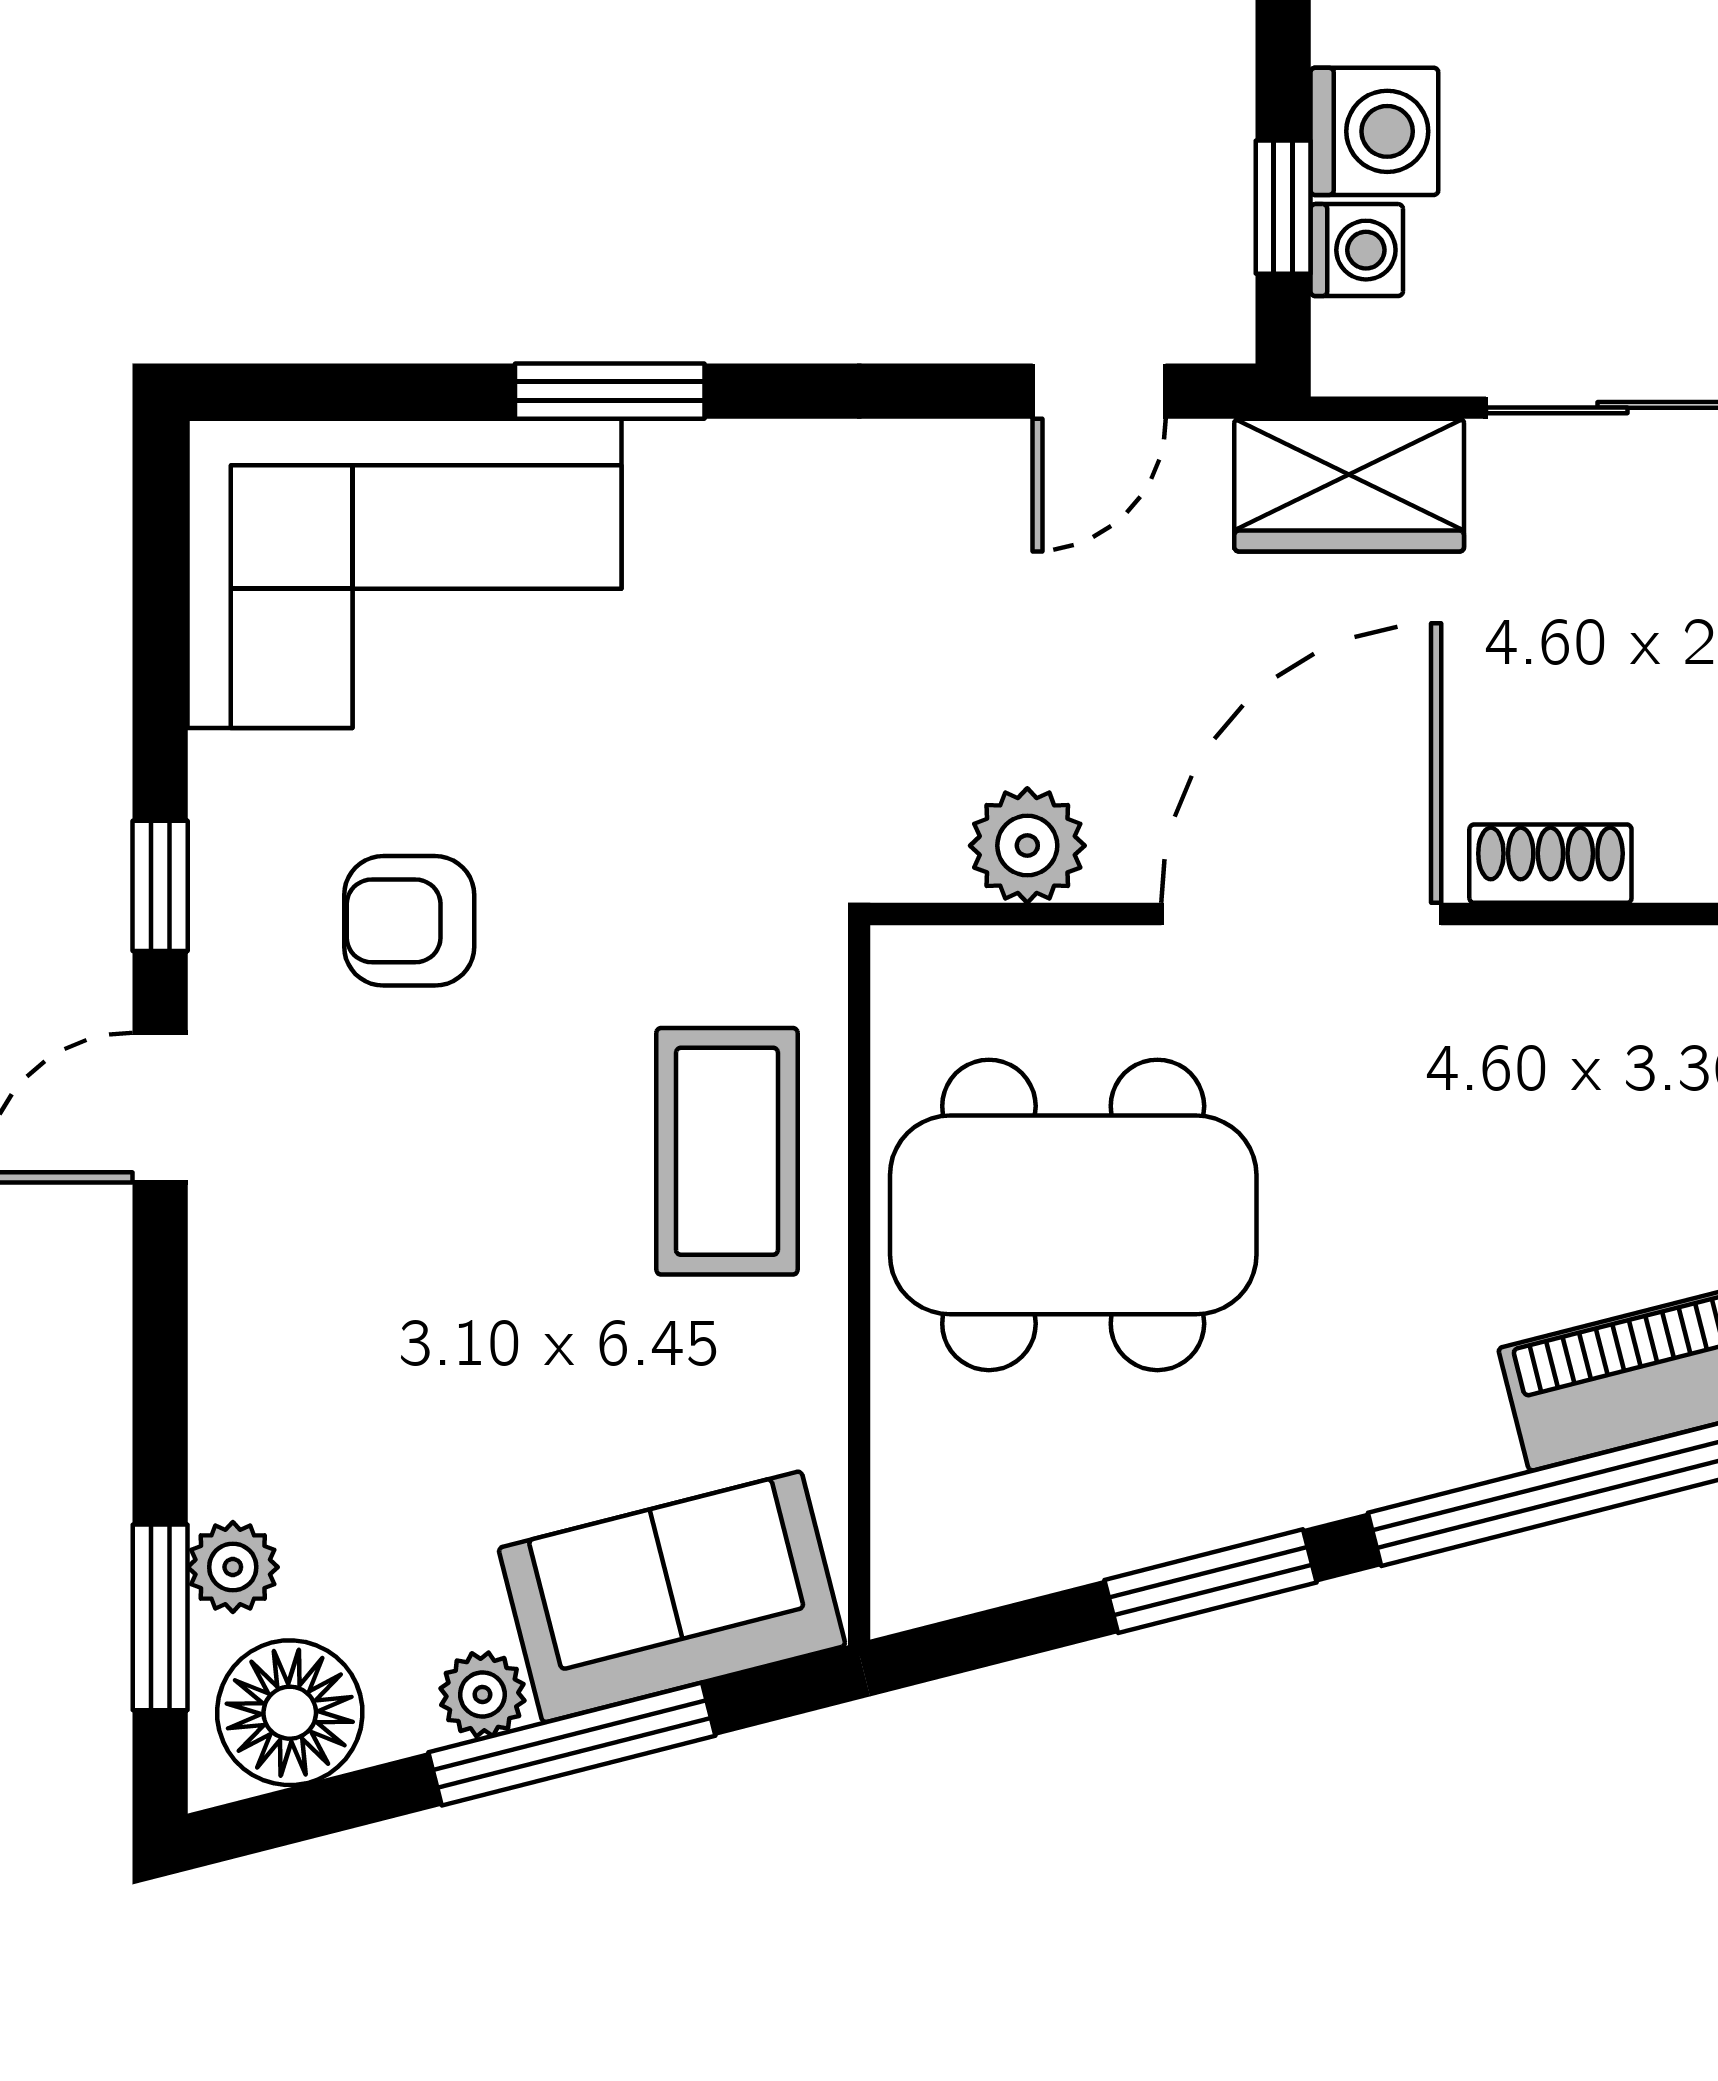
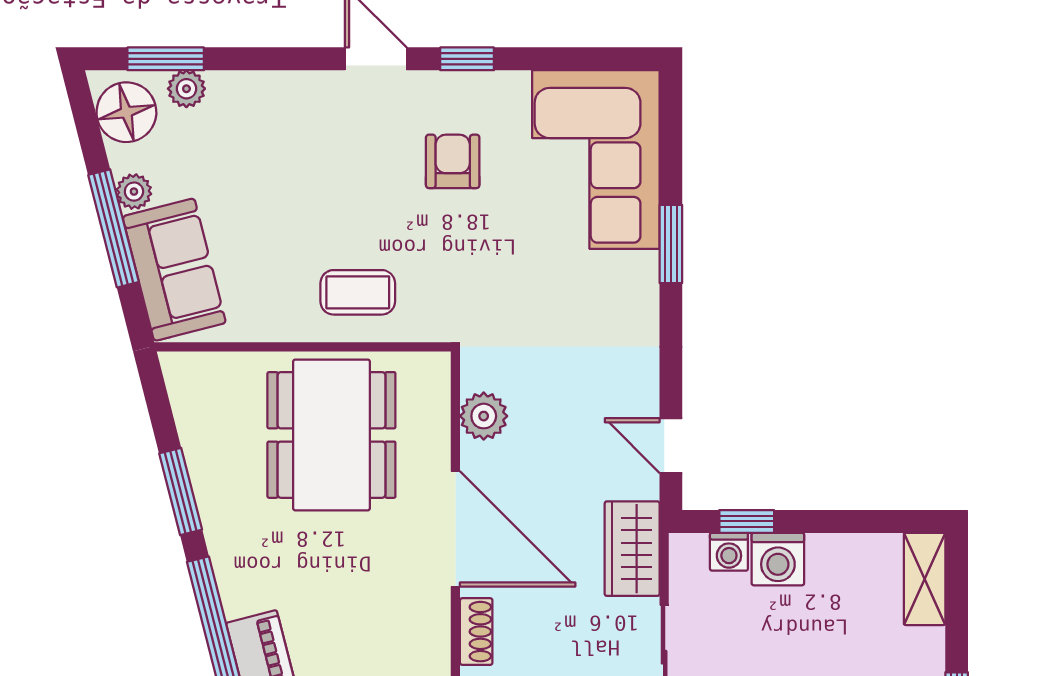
coffee table: (727, 1151) -> (358, 292), width x0.73, depth x0.77

